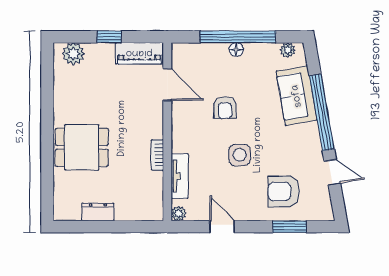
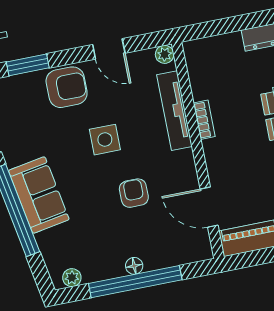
sofa: (297, 96) -> (39, 195), moved
tv unit: (180, 176) -> (174, 111), width x1.41
armchair: (284, 192) -> (67, 87), moved

